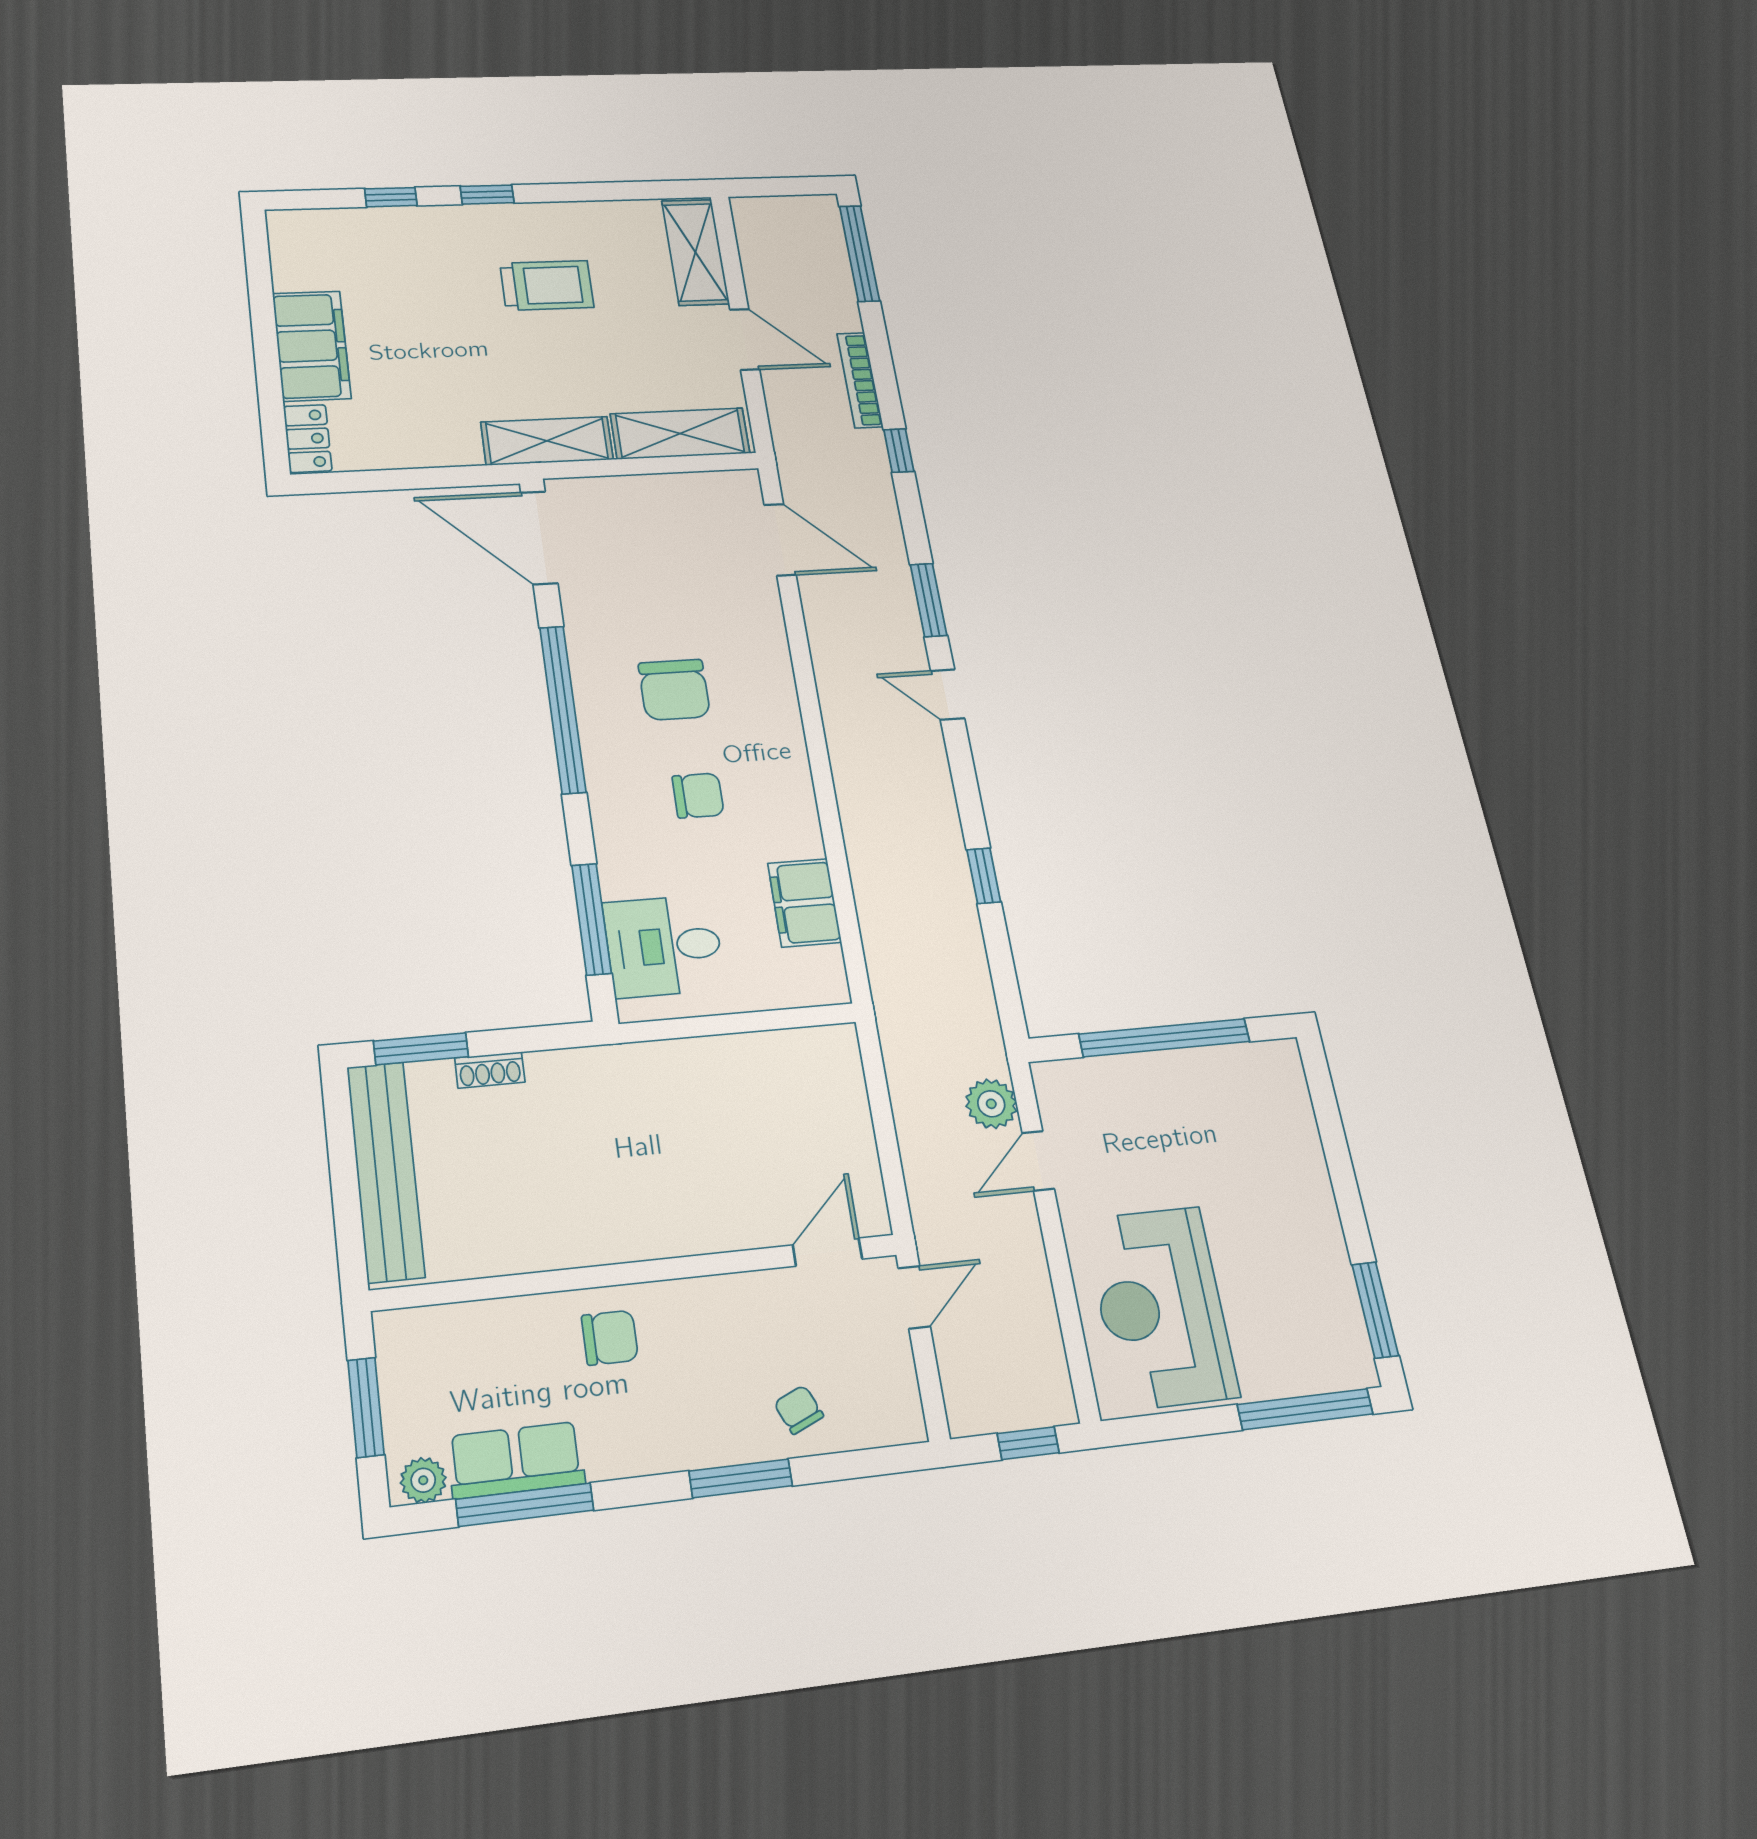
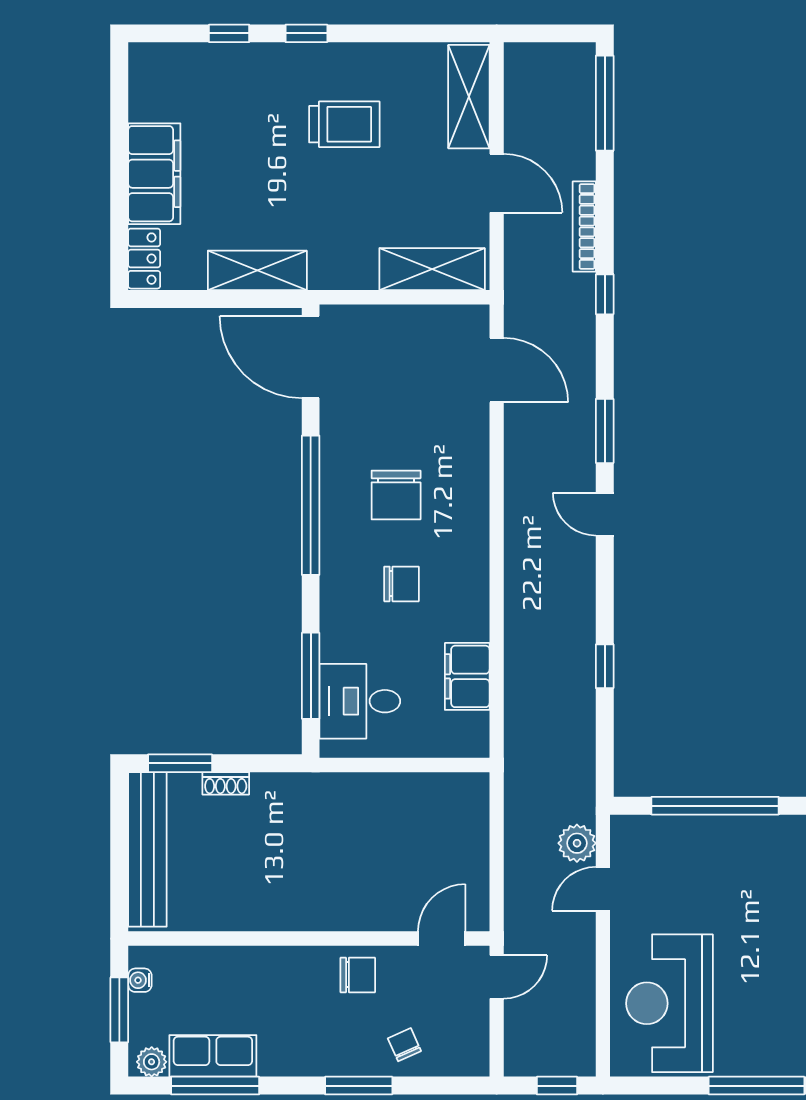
shelving: (547, 441) -> (257, 270), moved
chair: (610, 1338) -> (358, 975), moved
water cooler: (393, 1360) -> (140, 980), added

